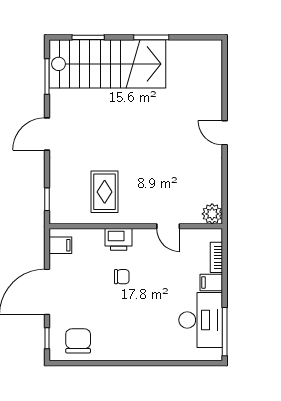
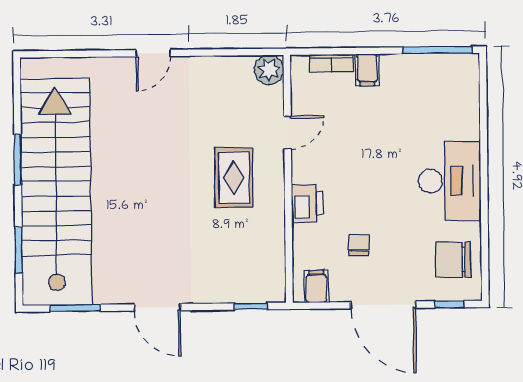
stairs: (107, 64) -> (56, 192), width x1.36
rug: (105, 192) -> (234, 177), moved, turned 90
chair: (122, 277) -> (359, 244), moved
desk: (201, 320) -> (450, 181), moved, turned 90

